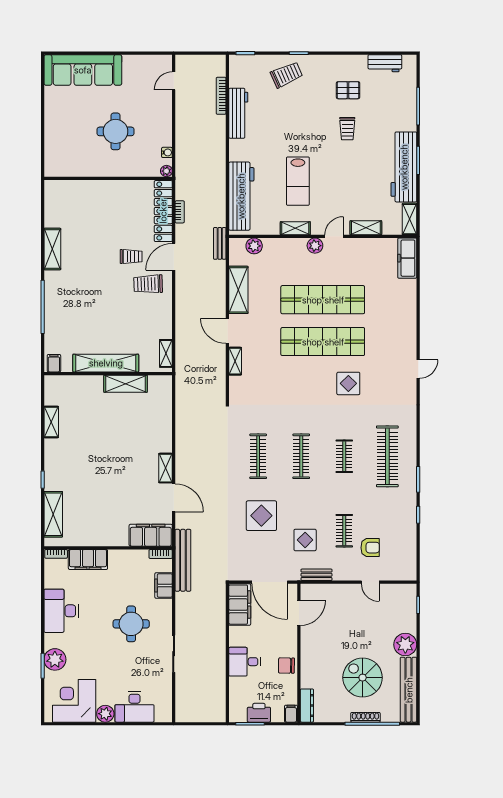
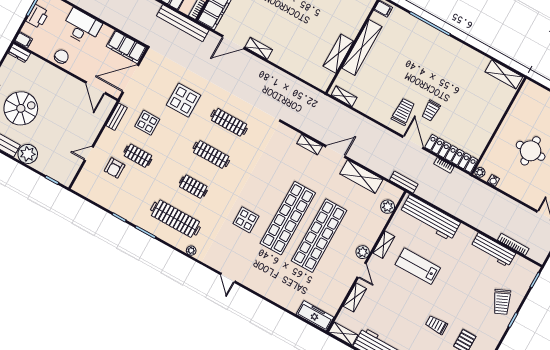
shelving: (52, 249) -> (504, 74), moved
plant: (411, 422) -> (191, 251), added
desk: (244, 662) -> (82, 27), width x1.37
dresser: (307, 706) -> (19, 53), width x0.70

